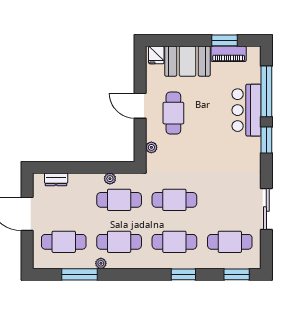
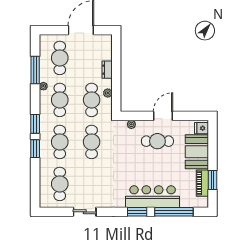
bar counter: (247, 110) -> (153, 197), width x1.36
dresser: (56, 179) -> (107, 70), moved
sliding door: (266, 209) -> (85, 212), width x0.73
window: (237, 274) -> (35, 124), moved

